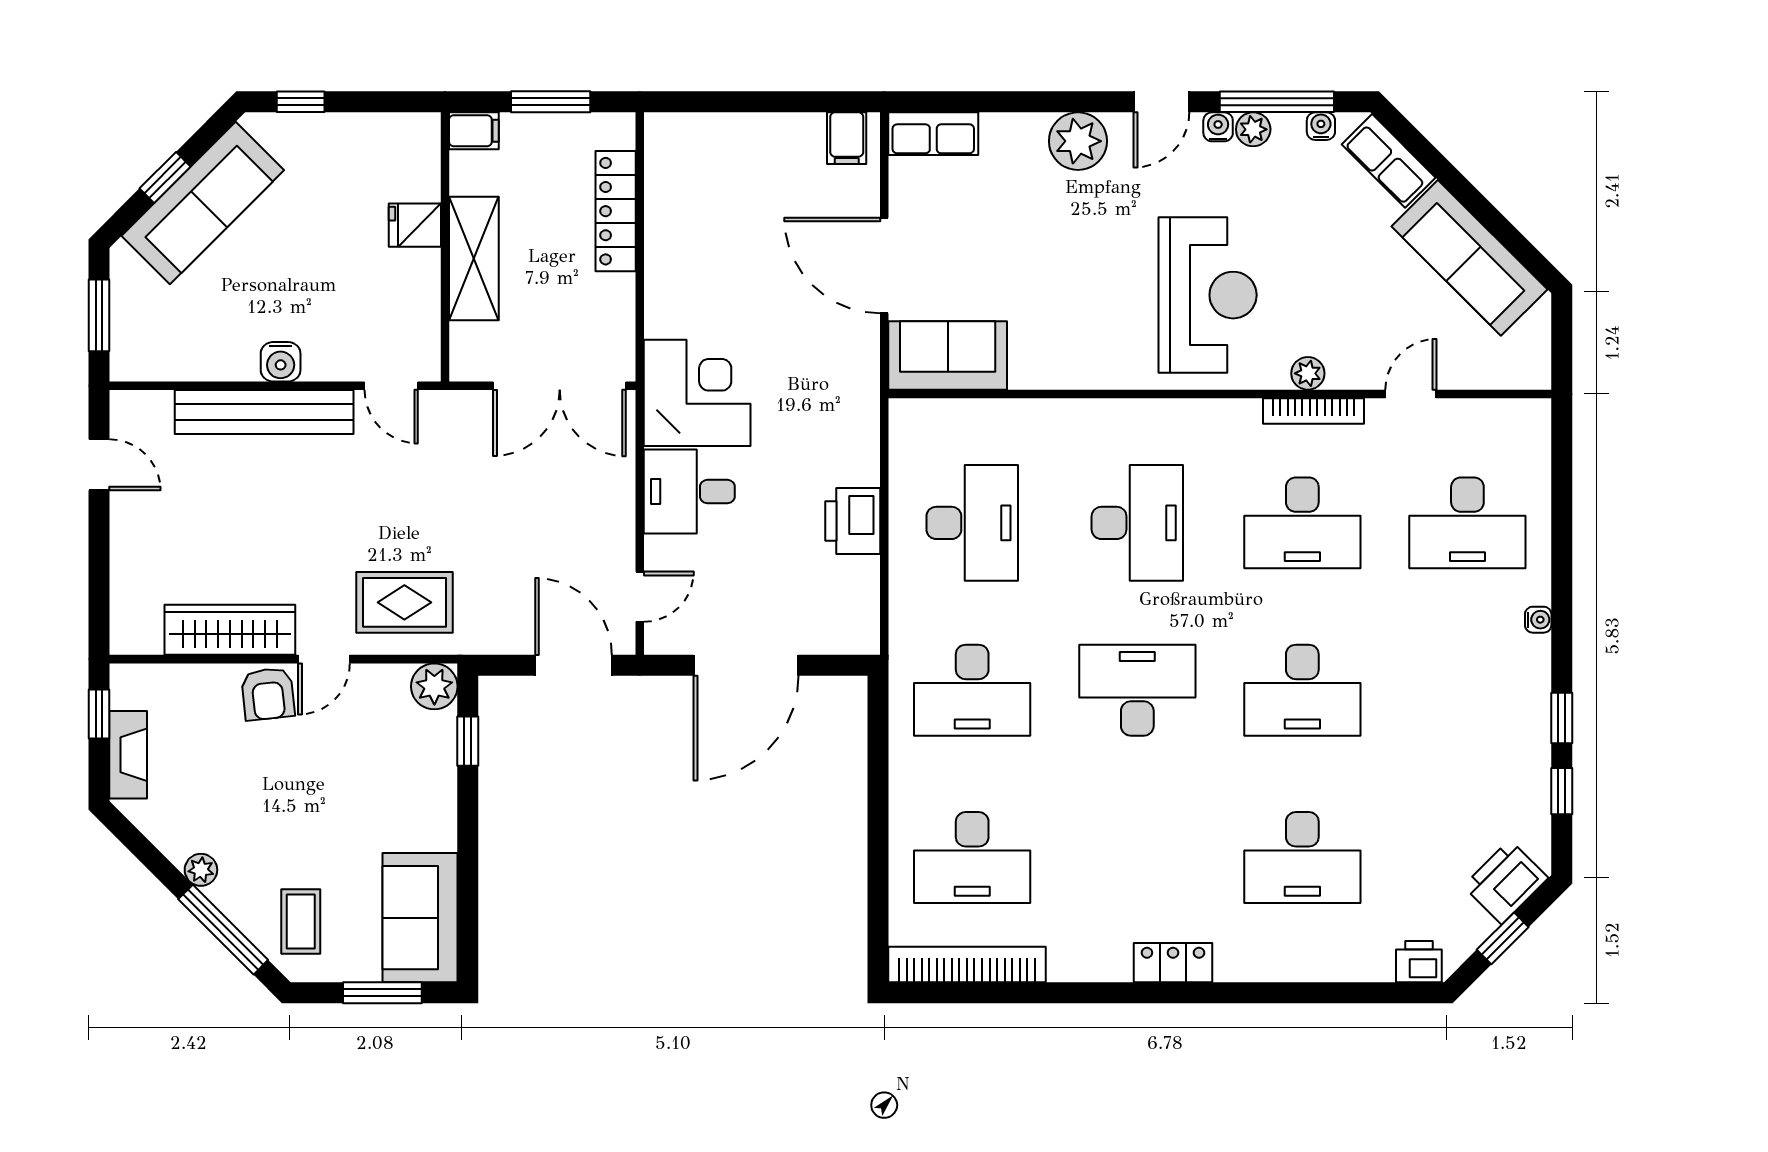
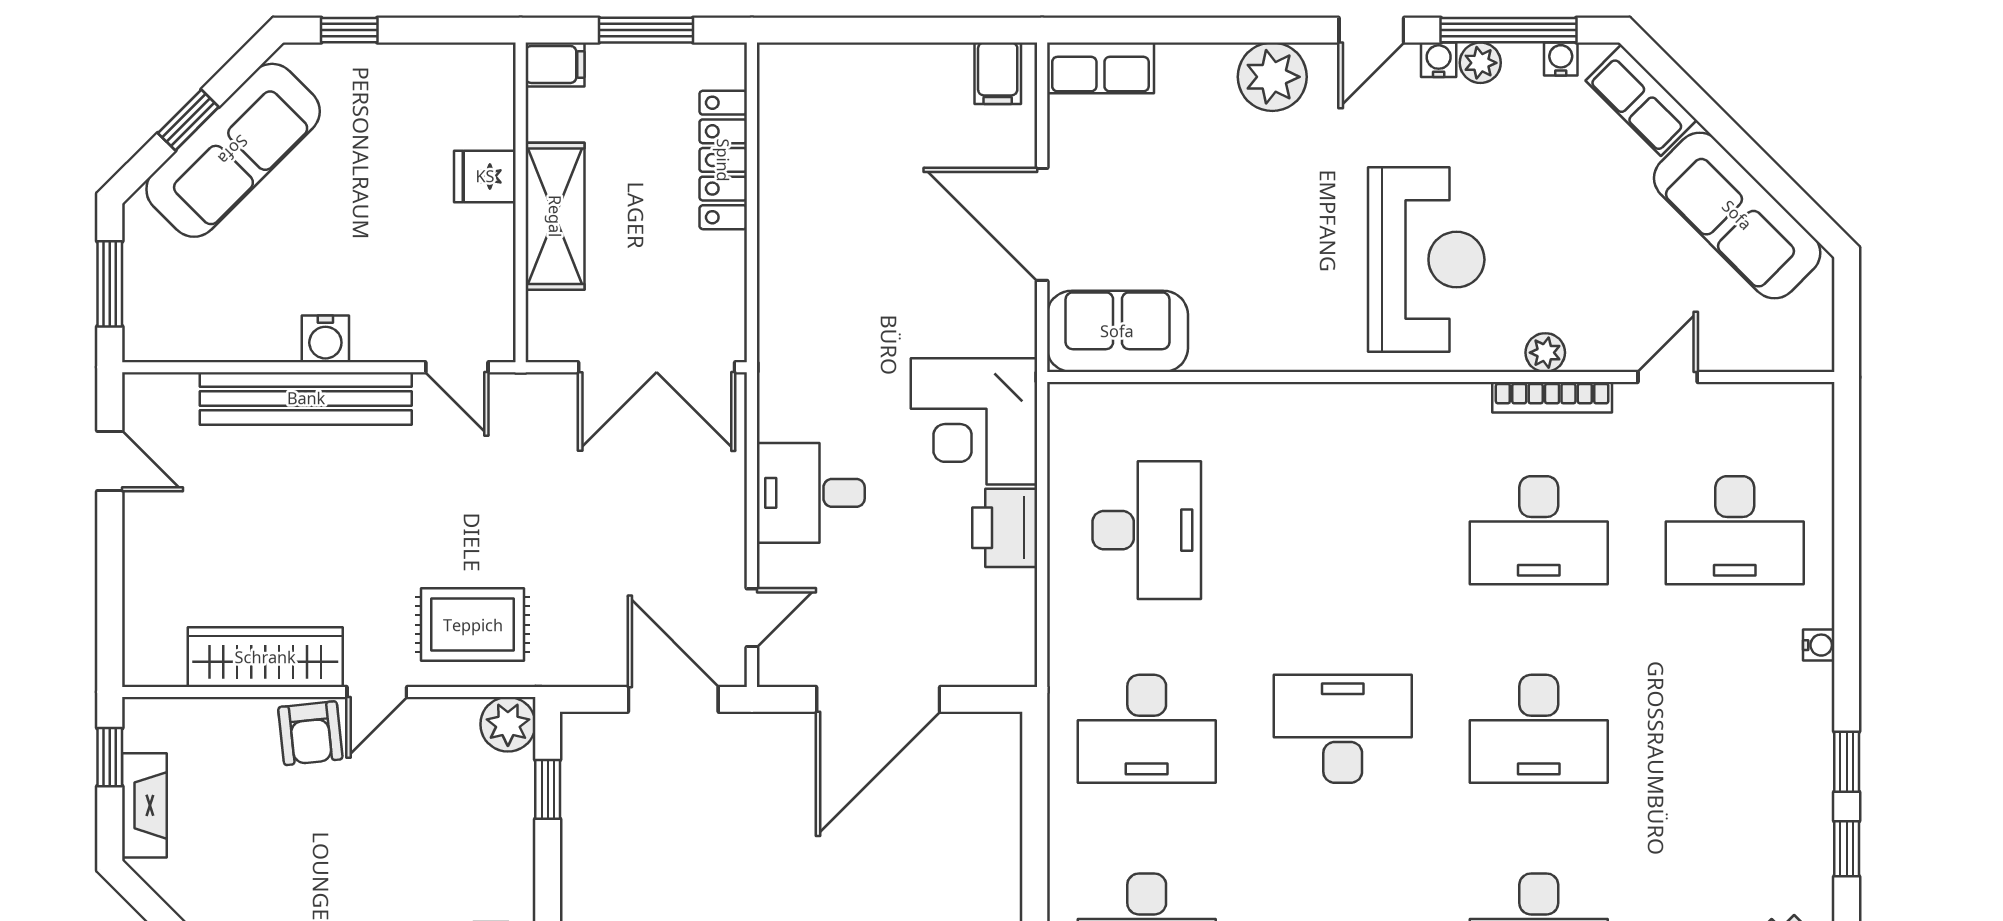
corner desk: (697, 393) -> (974, 421), moved, turned 180
desk: (1137, 523) -> (1343, 530), removed

